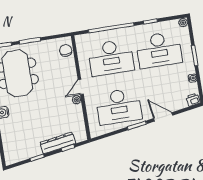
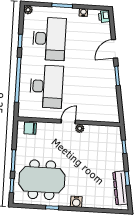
door: (81, 87) -> (68, 122), swing flipped
desk: (119, 106) -> (95, 89), removed
dresser: (58, 143) -> (120, 188), moved

